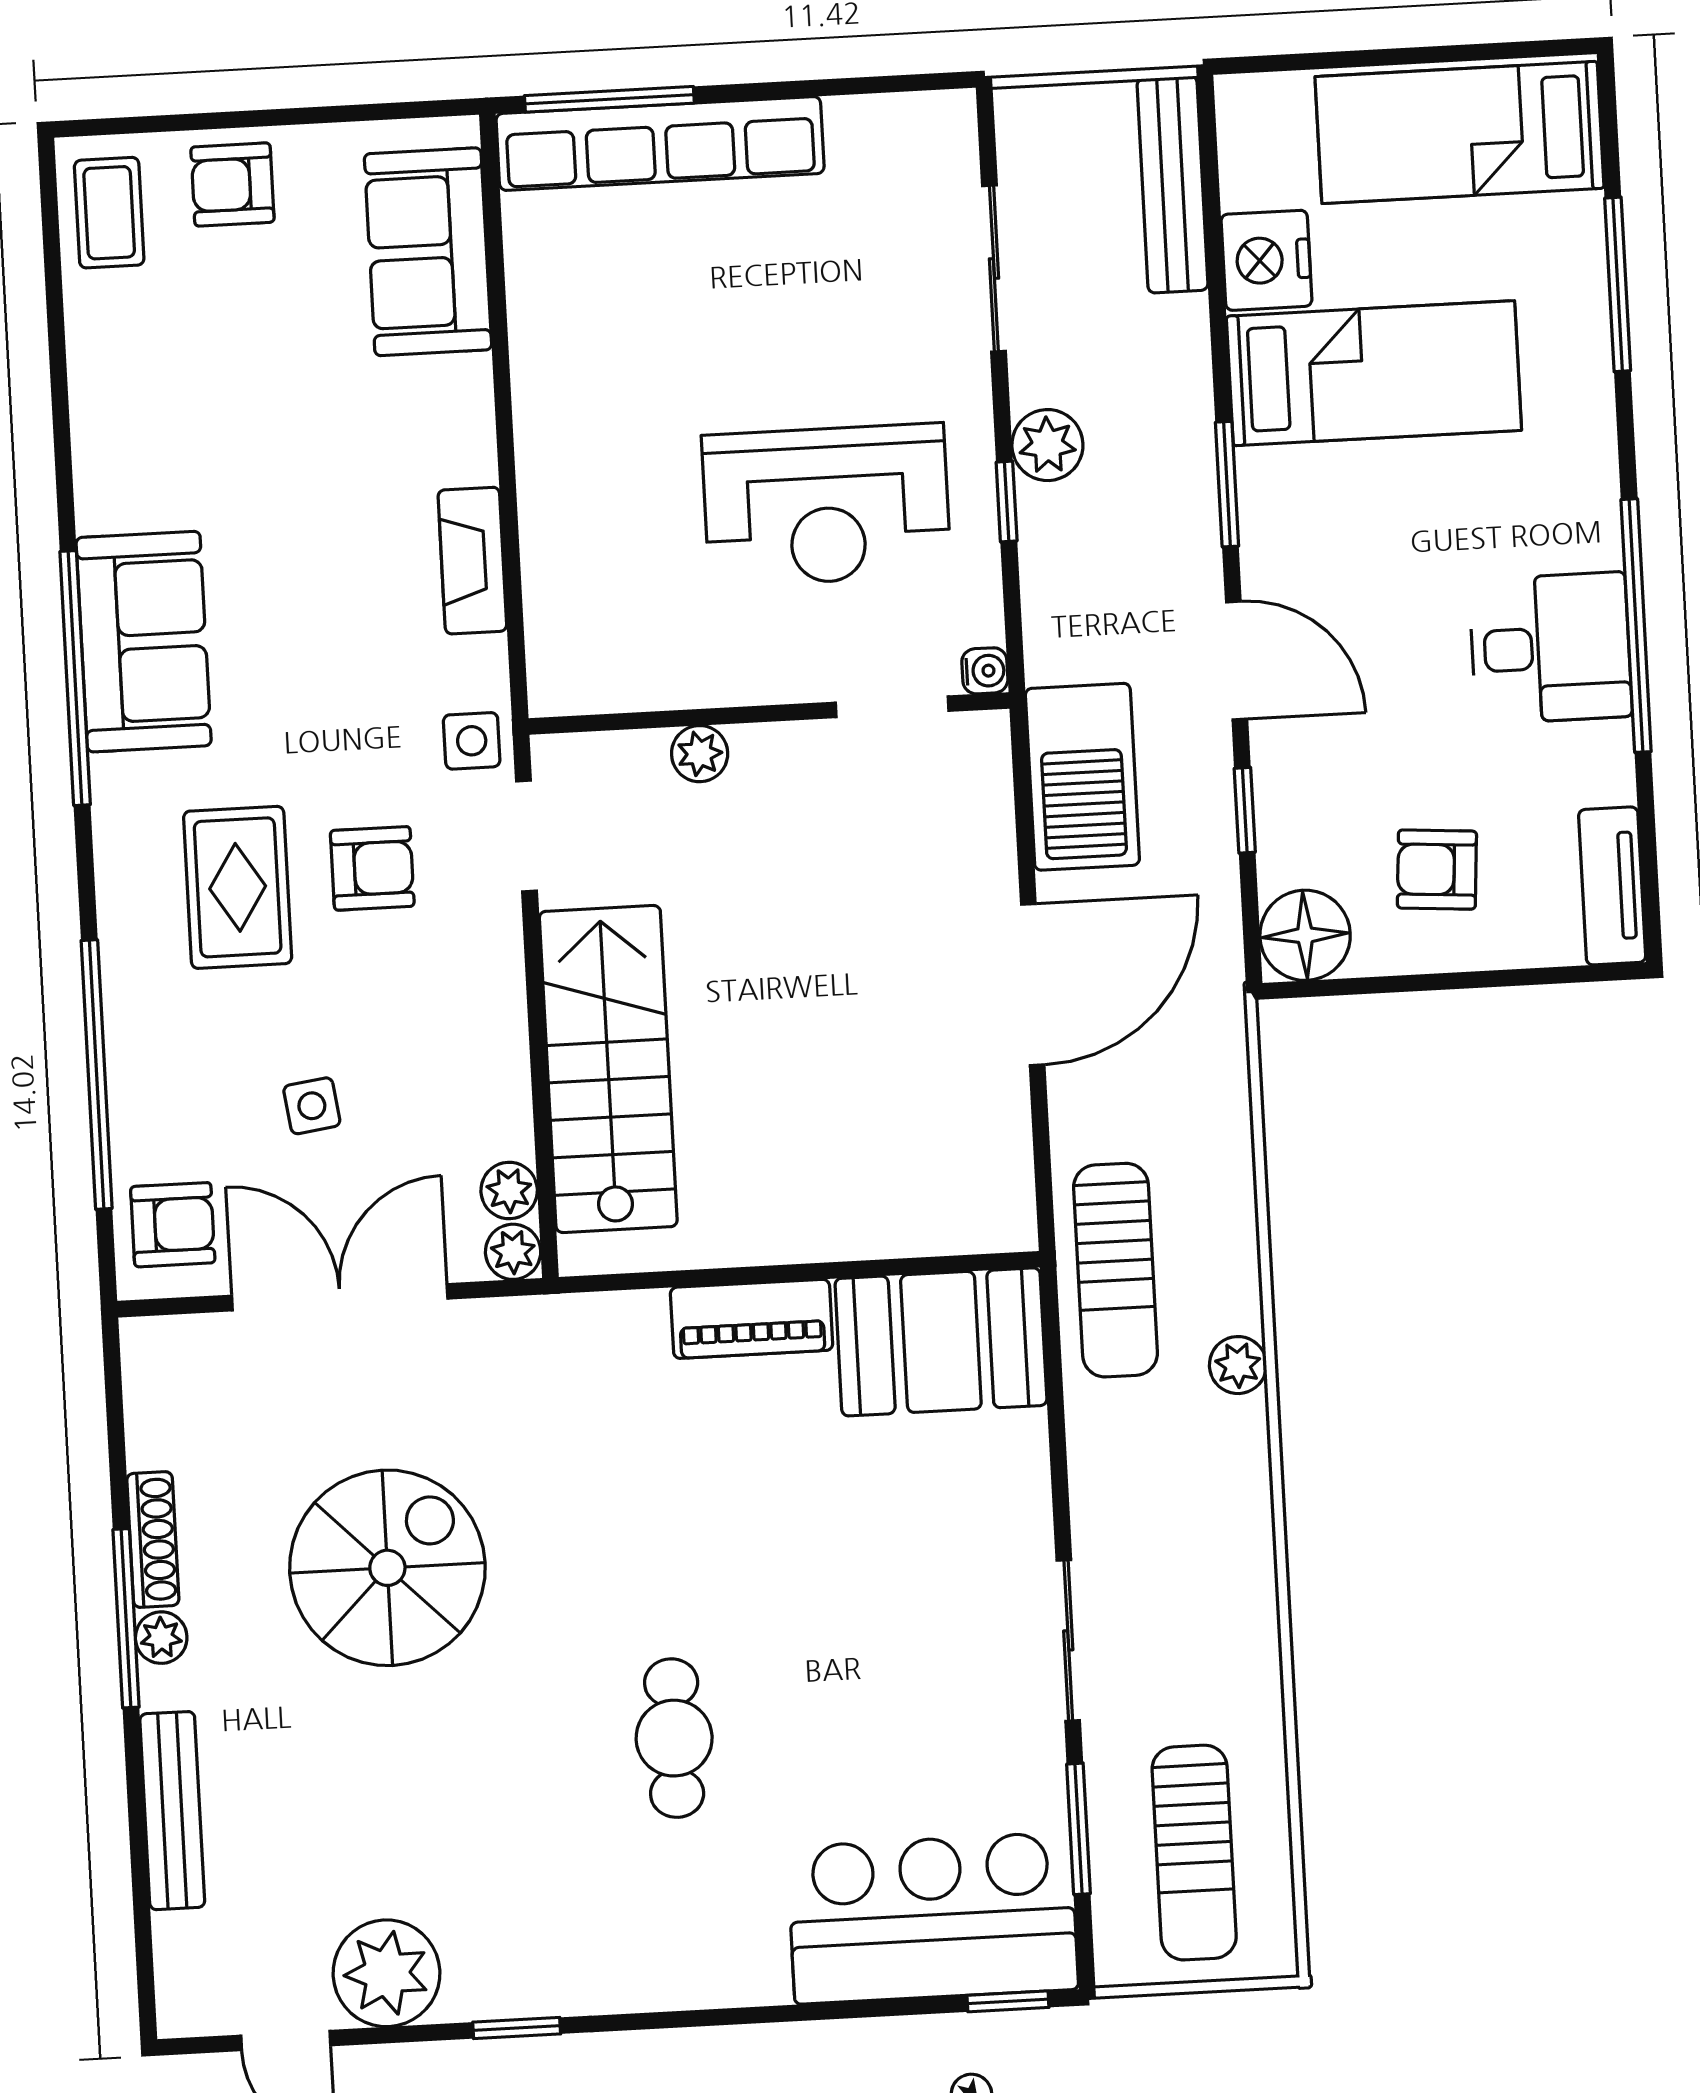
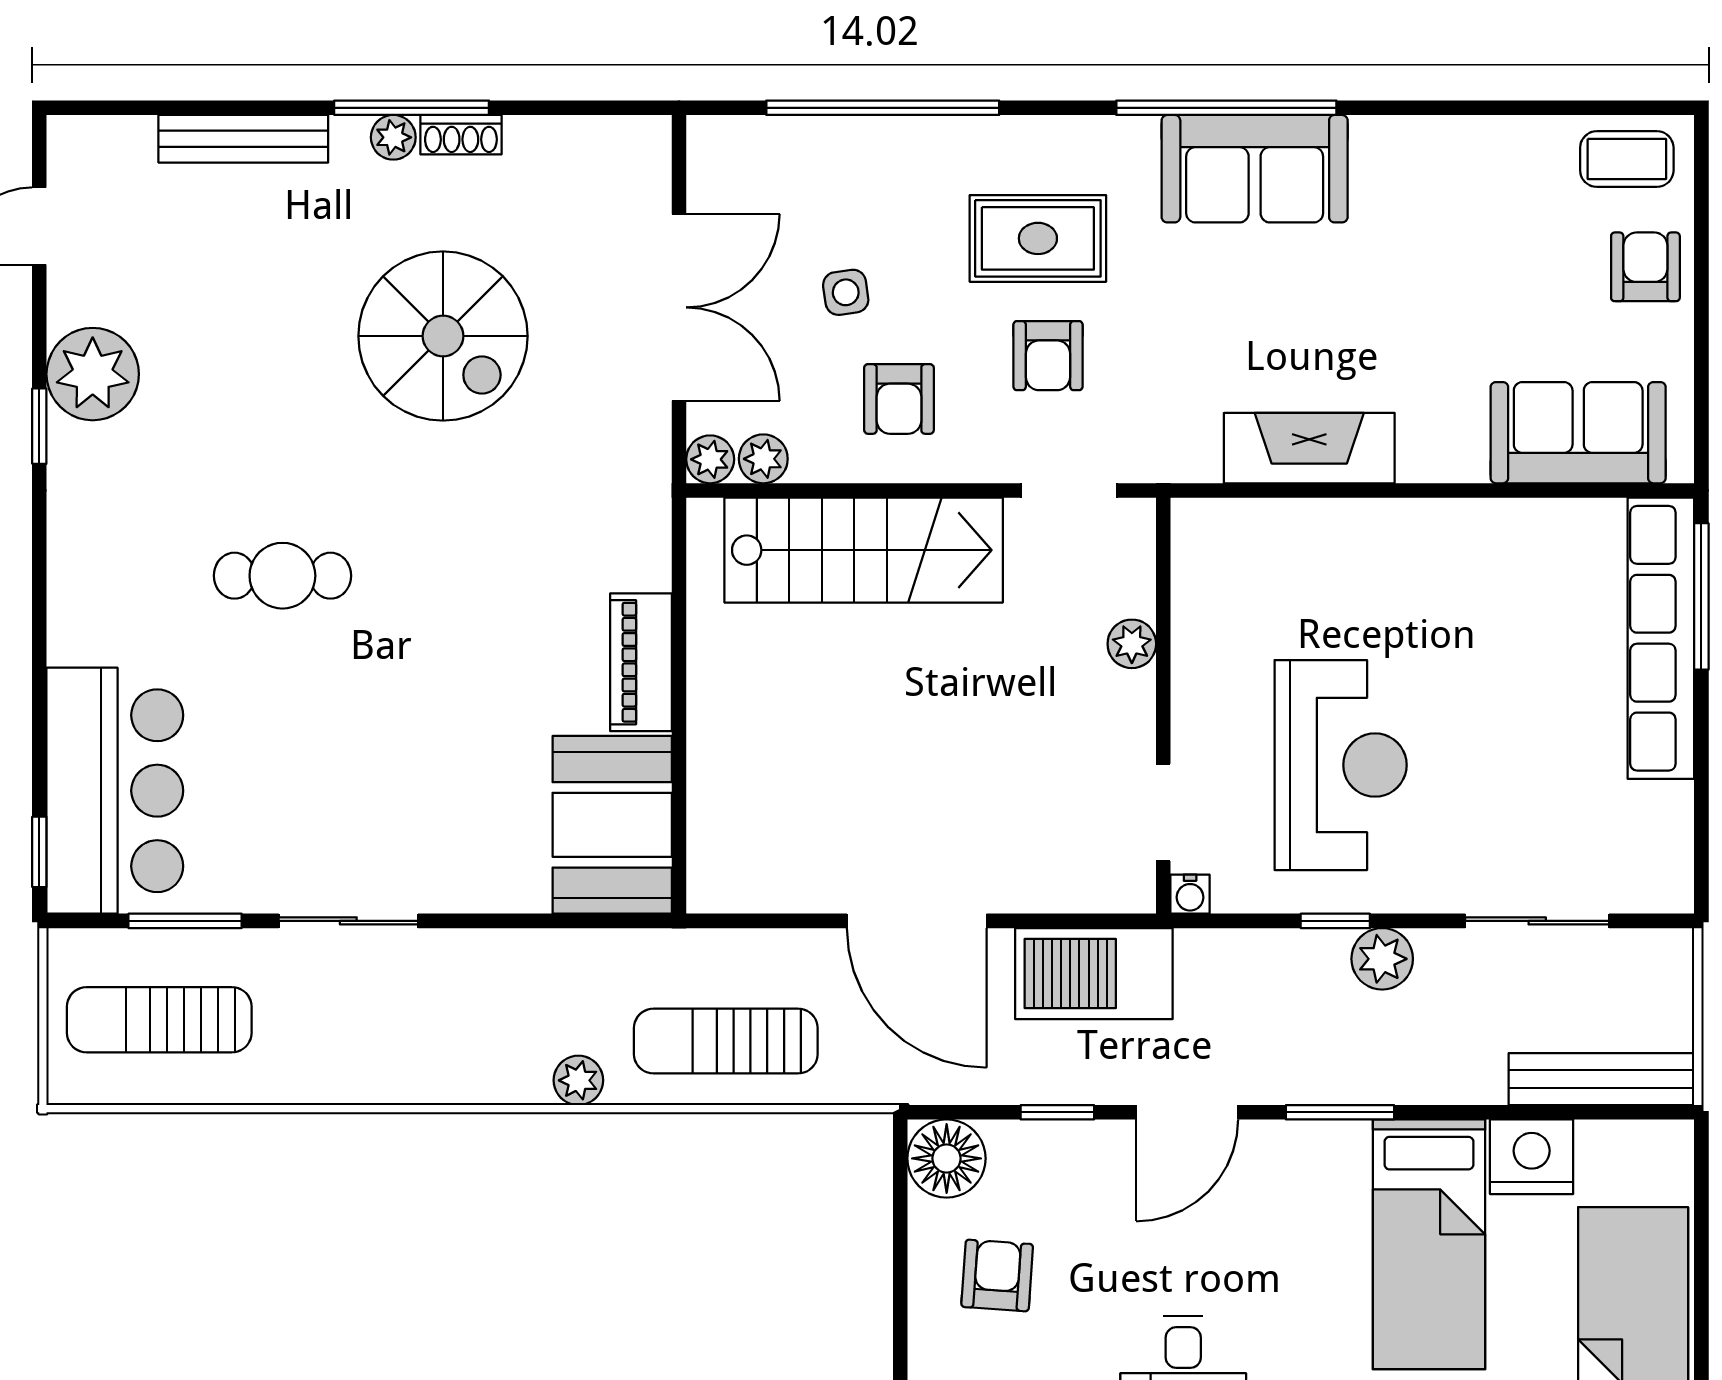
reception desk: (826, 505) -> (1341, 765), turned 180
fireplace: (472, 561) -> (1309, 448), width x1.37, depth x1.32
side table: (472, 741) -> (1154, 447), removed
armchair: (173, 1225) -> (899, 399), moved
sun lounger: (1116, 1270) -> (726, 1041), moved
shoe rack: (153, 1540) -> (461, 135), width x0.70
plant: (386, 1973) -> (93, 374), moved

